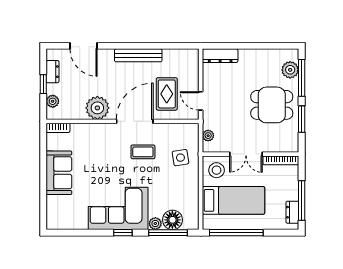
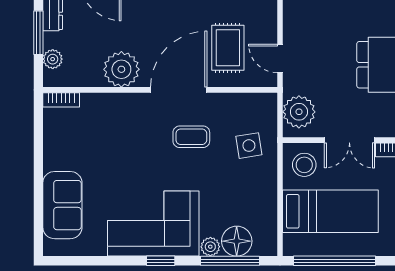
window: (43, 84) -> (38, 33), width x1.50
plant: (208, 136) -> (299, 112), width x1.88, depth x1.88
sofa: (59, 173) -> (62, 205), moved

